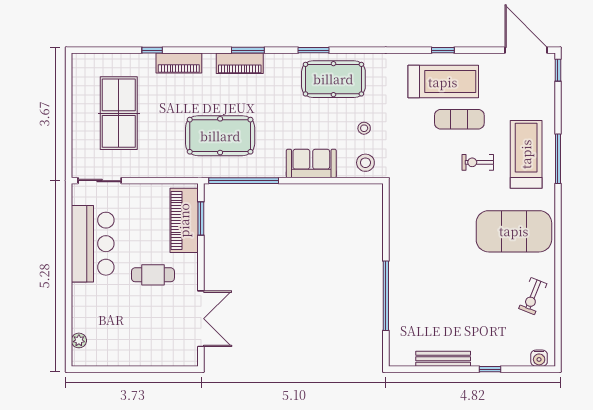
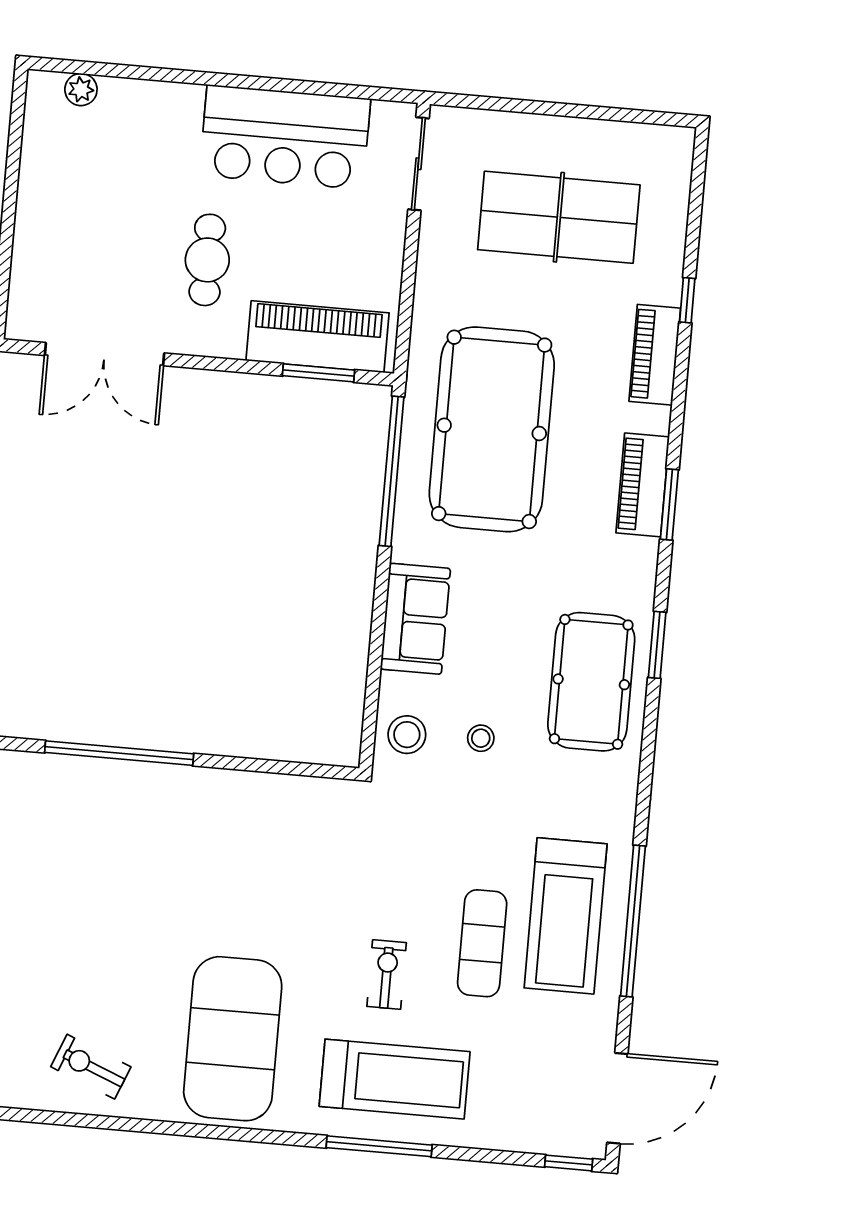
window: (443, 50) -> (633, 921), width x3.17
pool table: (220, 136) -> (492, 429), width x1.36, depth x1.32

